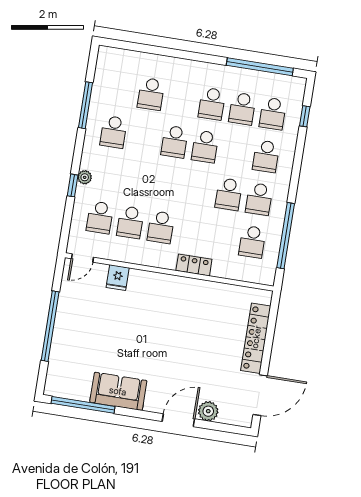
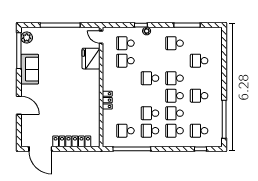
school desk: (242, 109) -> (175, 113), moved
school desk: (161, 227) -> (150, 78), moved
fridge: (118, 278) -> (91, 59), width x1.88, depth x1.34
plant: (208, 411) -> (27, 38), moved

